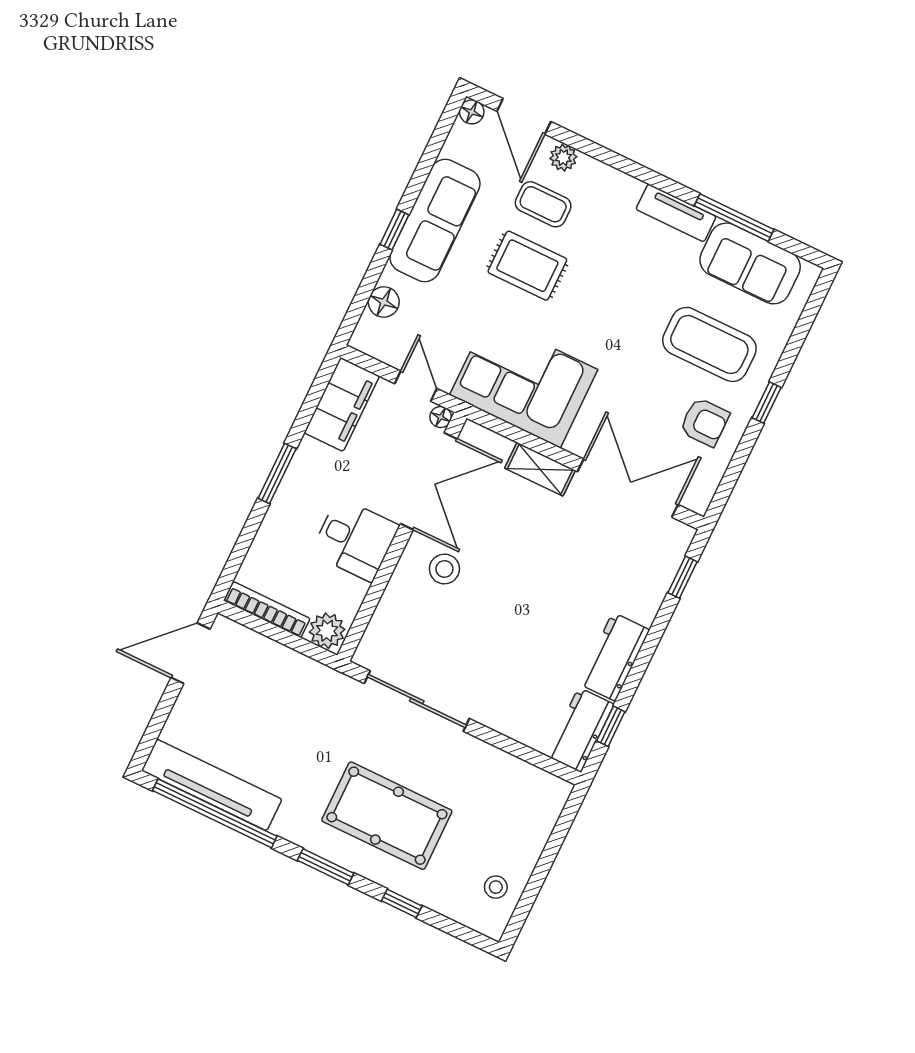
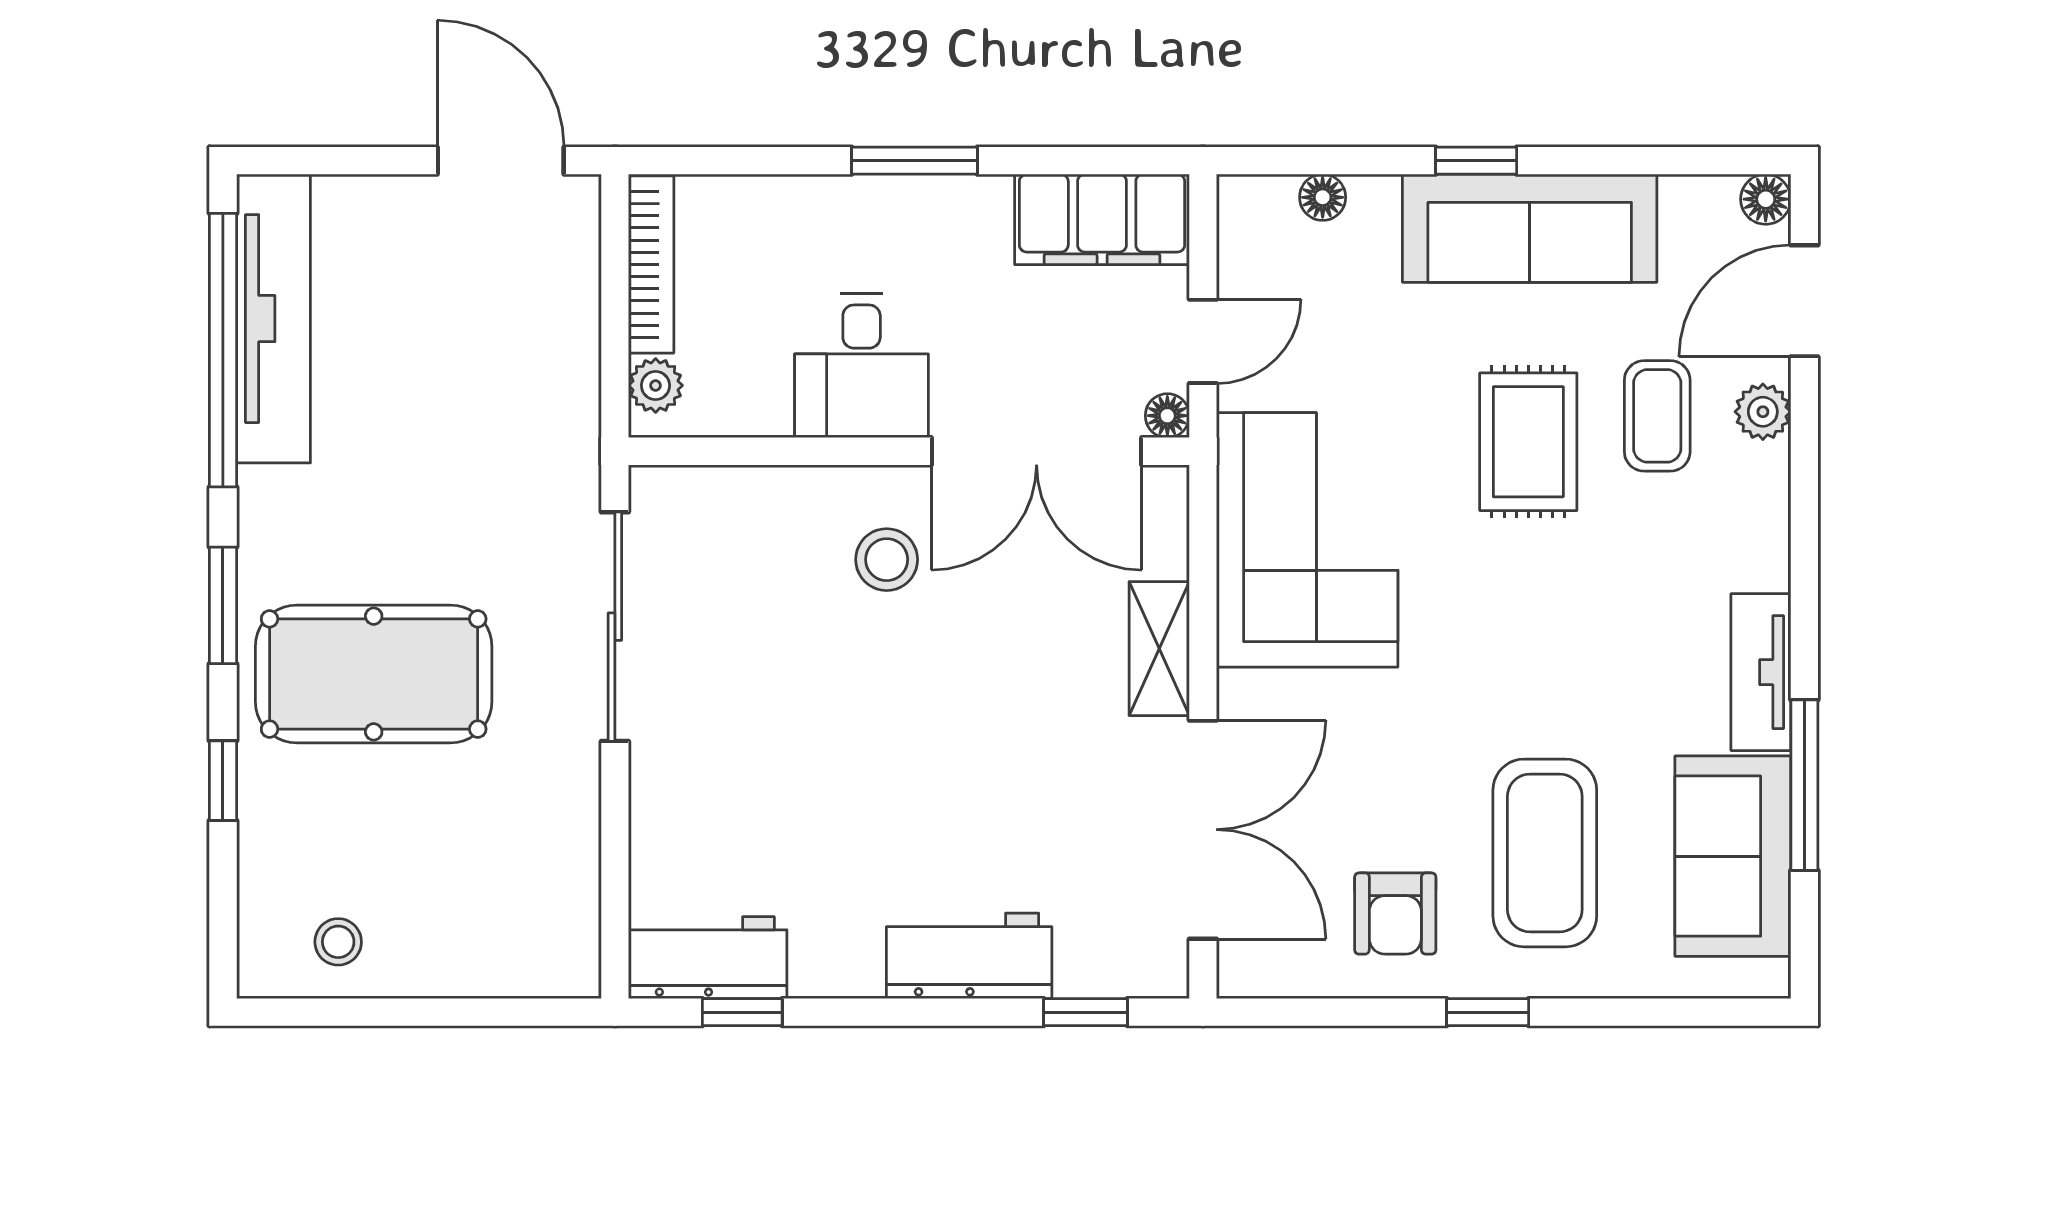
floor lamp: (384, 302) -> (1323, 197), width x0.73, depth x0.73
plant: (327, 631) -> (656, 385), width x0.73, depth x0.73
workbench: (614, 657) -> (969, 956), moved
pool table: (387, 816) -> (374, 674), turned 90

